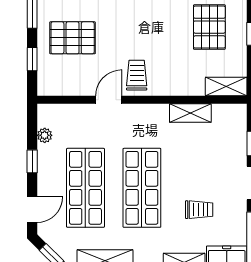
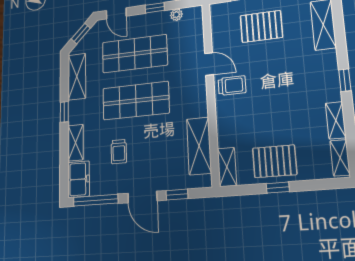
pallet: (209, 27) -> (275, 161), moved
pallet: (73, 38) -> (261, 26), turned 90
shelving: (190, 113) -> (199, 146), width x1.50, depth x1.33

